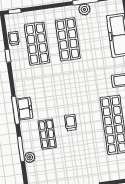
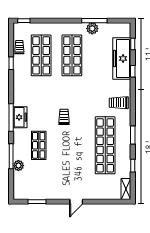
trolley: (71, 123) -> (64, 117), moved

